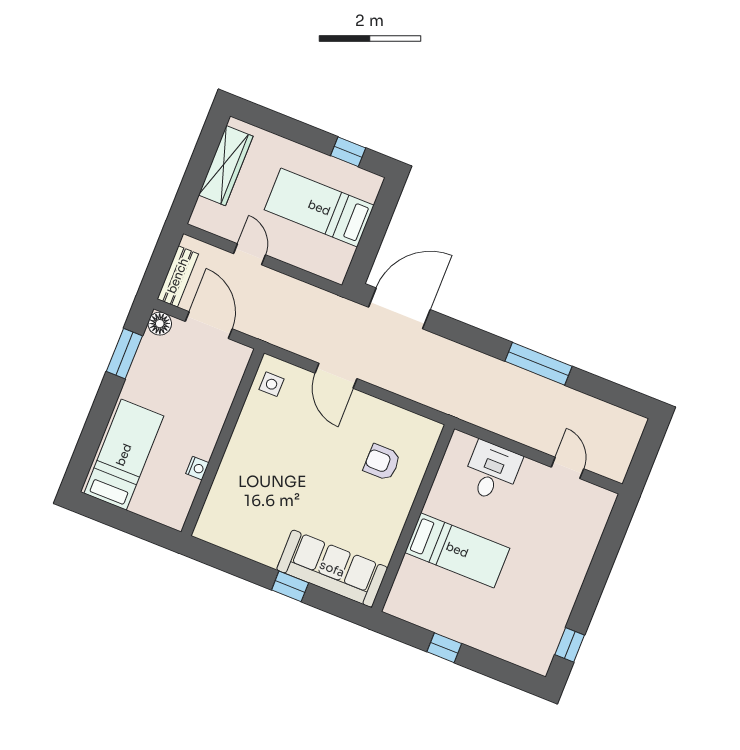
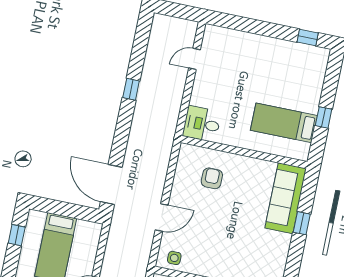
window: (539, 364) -> (131, 89), width x0.46
armchair: (382, 462) -> (212, 178), turned 180
desk: (492, 471) -> (202, 124), moved
bed: (457, 550) -> (284, 123), moved, turned -90

